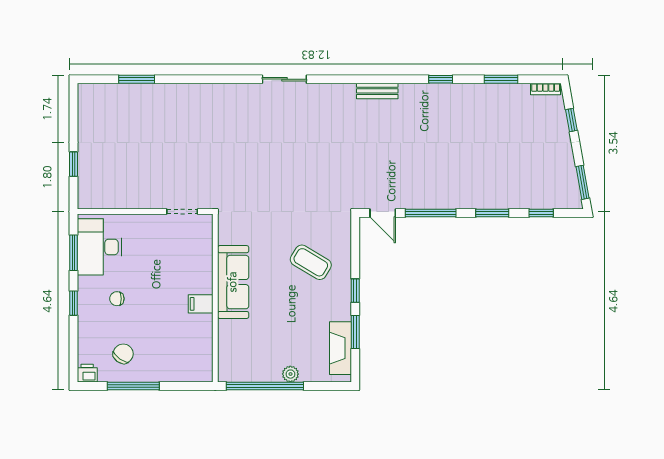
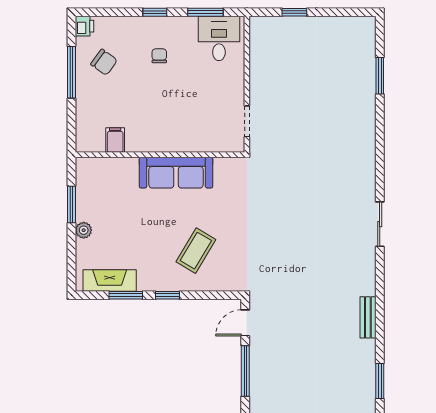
window: (441, 79) -> (380, 381), width x1.50
desk: (99, 247) -> (219, 38), width x0.73
filing cabinet: (201, 304) -> (115, 140), moved
window: (265, 386) -> (72, 205), width x0.47

